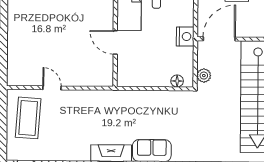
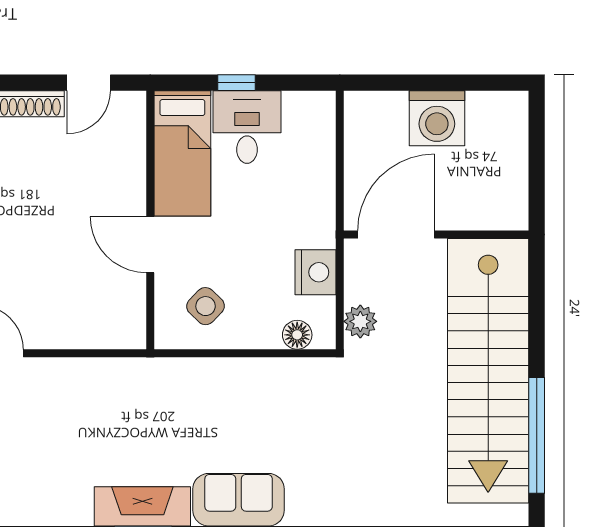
nightstand: (185, 37) -> (316, 272), moved
side table: (138, 69) -> (206, 306), added

